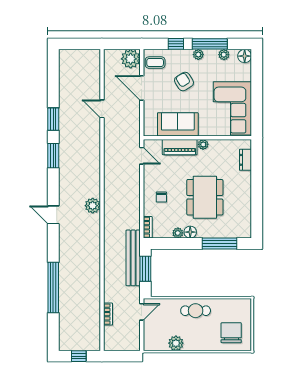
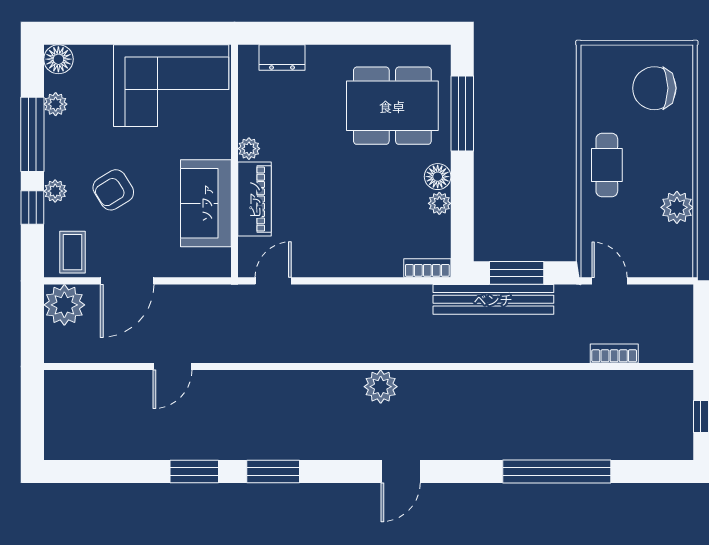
plant: (198, 55) -> (55, 191), moved
chair: (161, 197) -> (362, 239), removed
dining table: (205, 197) -> (392, 106), moved

